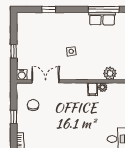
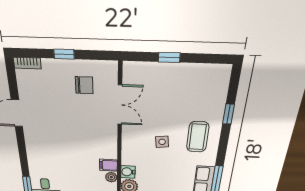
coffee table: (66, 27) -> (198, 137), added
water cooler: (22, 75) -> (128, 172), moved

